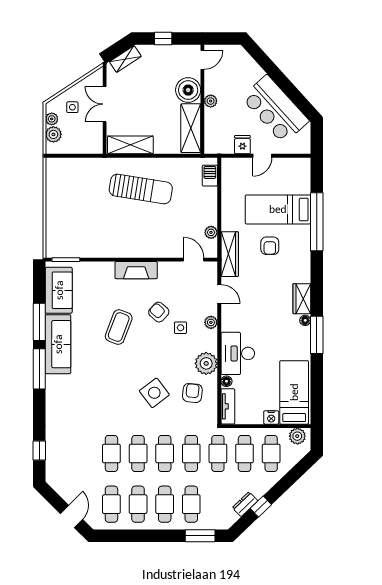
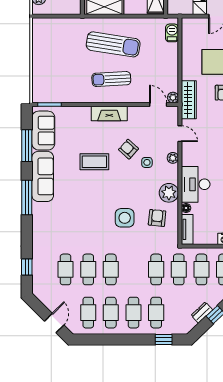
sun lounger: (139, 230) -> (111, 79), added
plant: (211, 232) -> (173, 98), moved
window: (39, 322) -> (27, 146), moved
coffee table: (119, 327) -> (94, 162), turned 69
side table: (154, 393) -> (125, 218), turned 37
cafe table: (165, 453) -> (66, 269), moved
window: (200, 536) -> (164, 339), width x0.67

